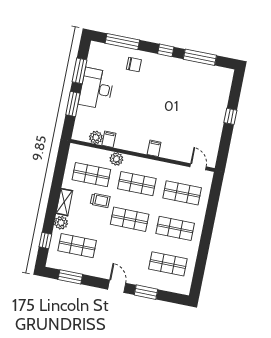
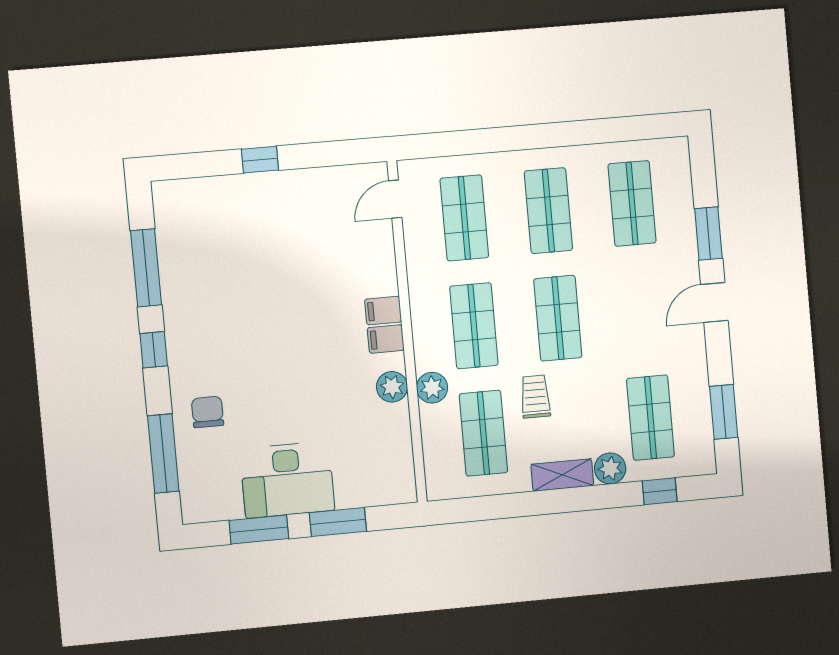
plant: (96, 137) -> (392, 387), moved
filing cabinet: (109, 139) -> (386, 339), moved

